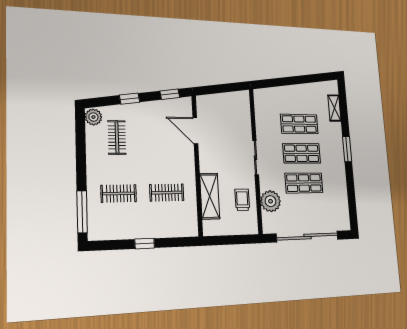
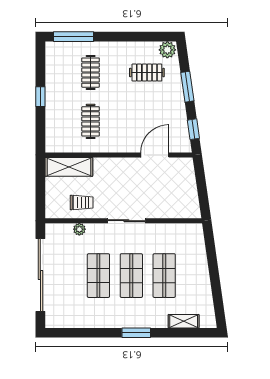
window: (130, 99) -> (187, 87), width x1.50
shelving: (210, 196) -> (69, 167), moved
plant: (271, 201) -> (79, 229), width x0.53, depth x0.53

